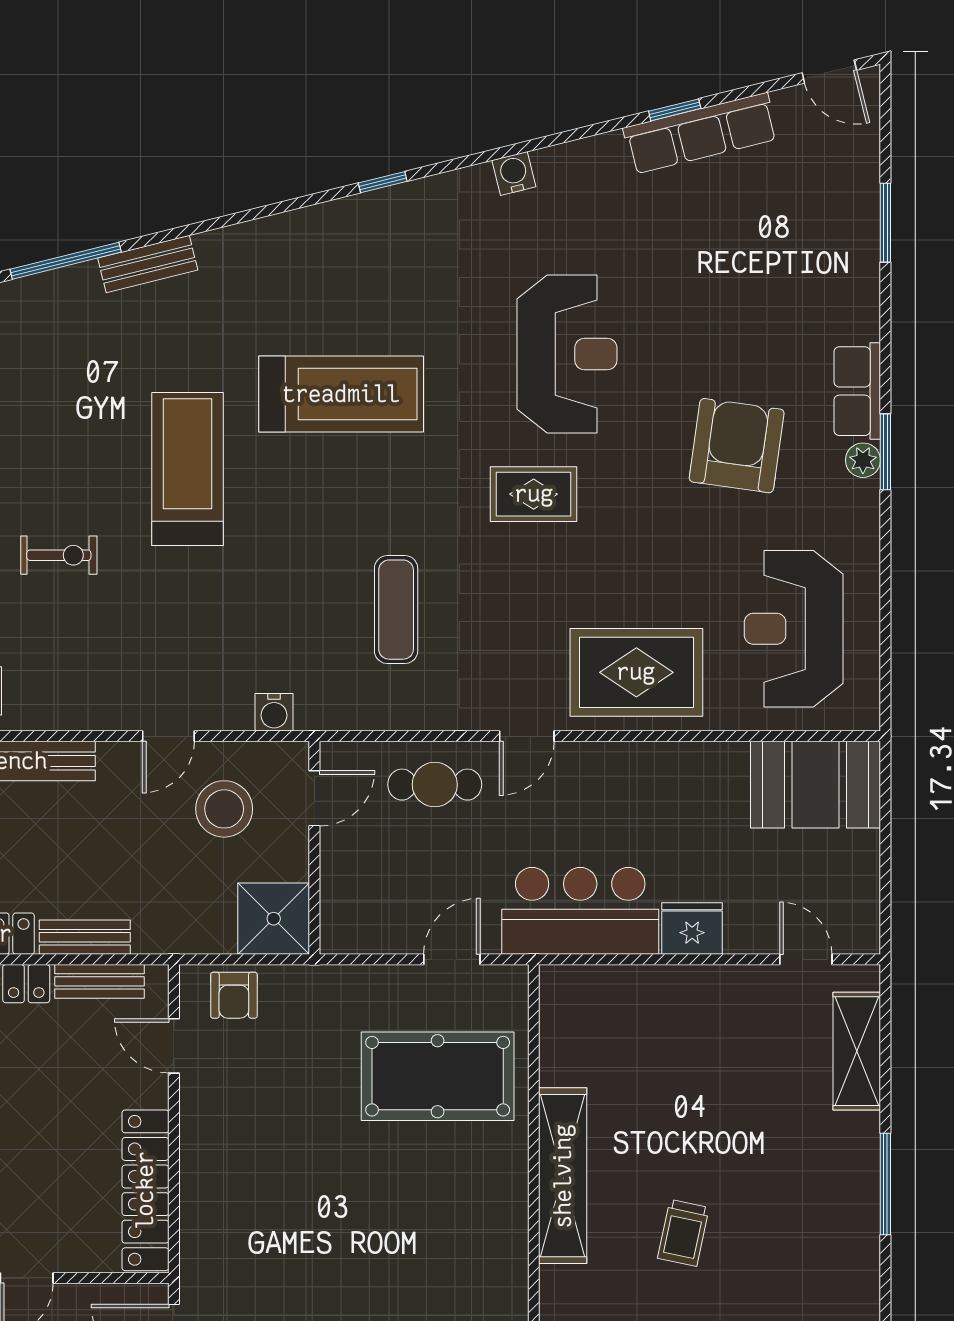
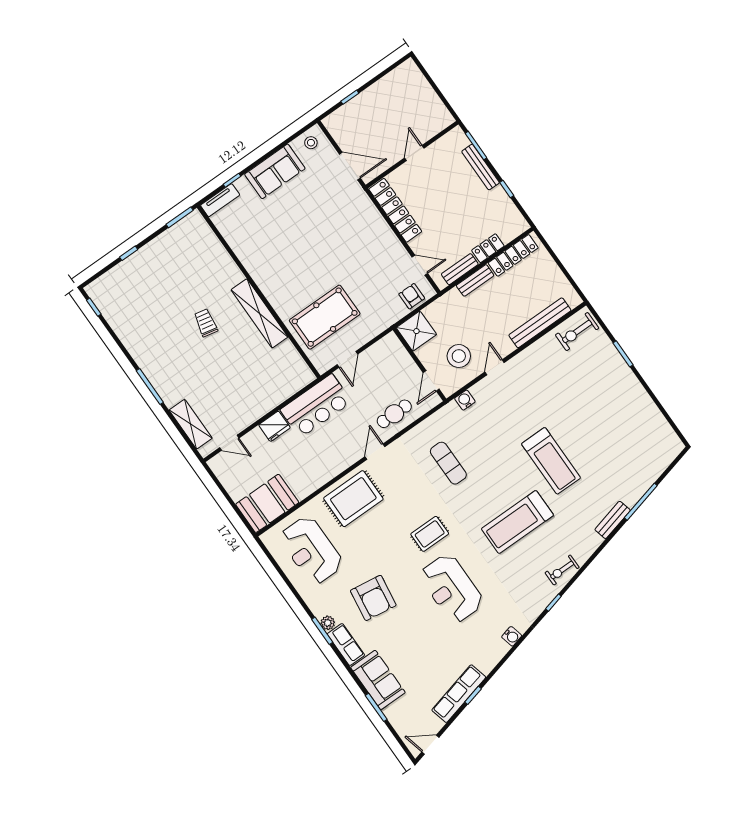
sofa: (843, 275) -> (378, 680), added
exercise bike: (59, 555) -> (562, 570), moved
reception desk: (794, 629) -> (311, 550), turned 180

